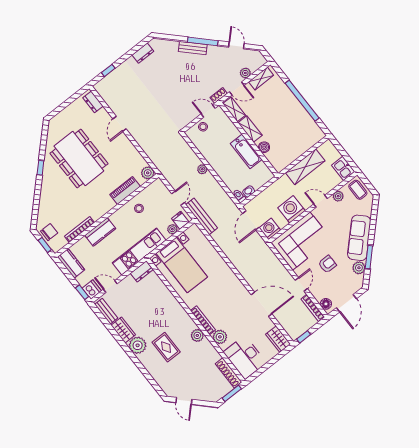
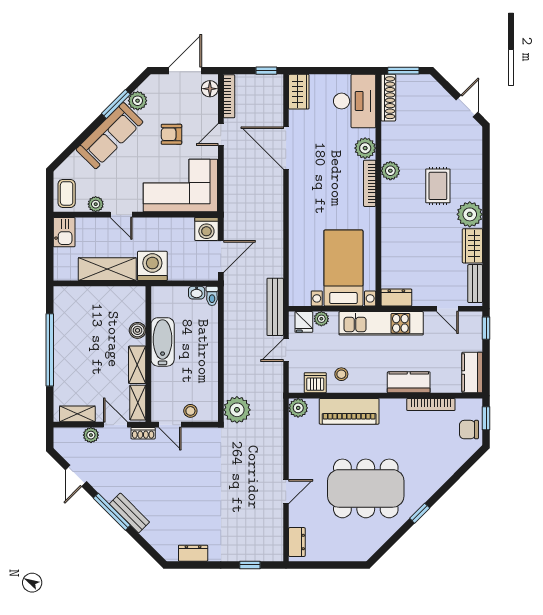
dining table: (79, 158) -> (366, 488), turned 90
plant: (202, 169) -> (237, 410), moved, width x1.87, depth x1.87
piano: (125, 190) -> (349, 411), width x1.37, depth x1.33
washing machine: (291, 209) -> (152, 266), moved, turned 180
dishwasher: (92, 290) -> (315, 383), moved, turned 90

